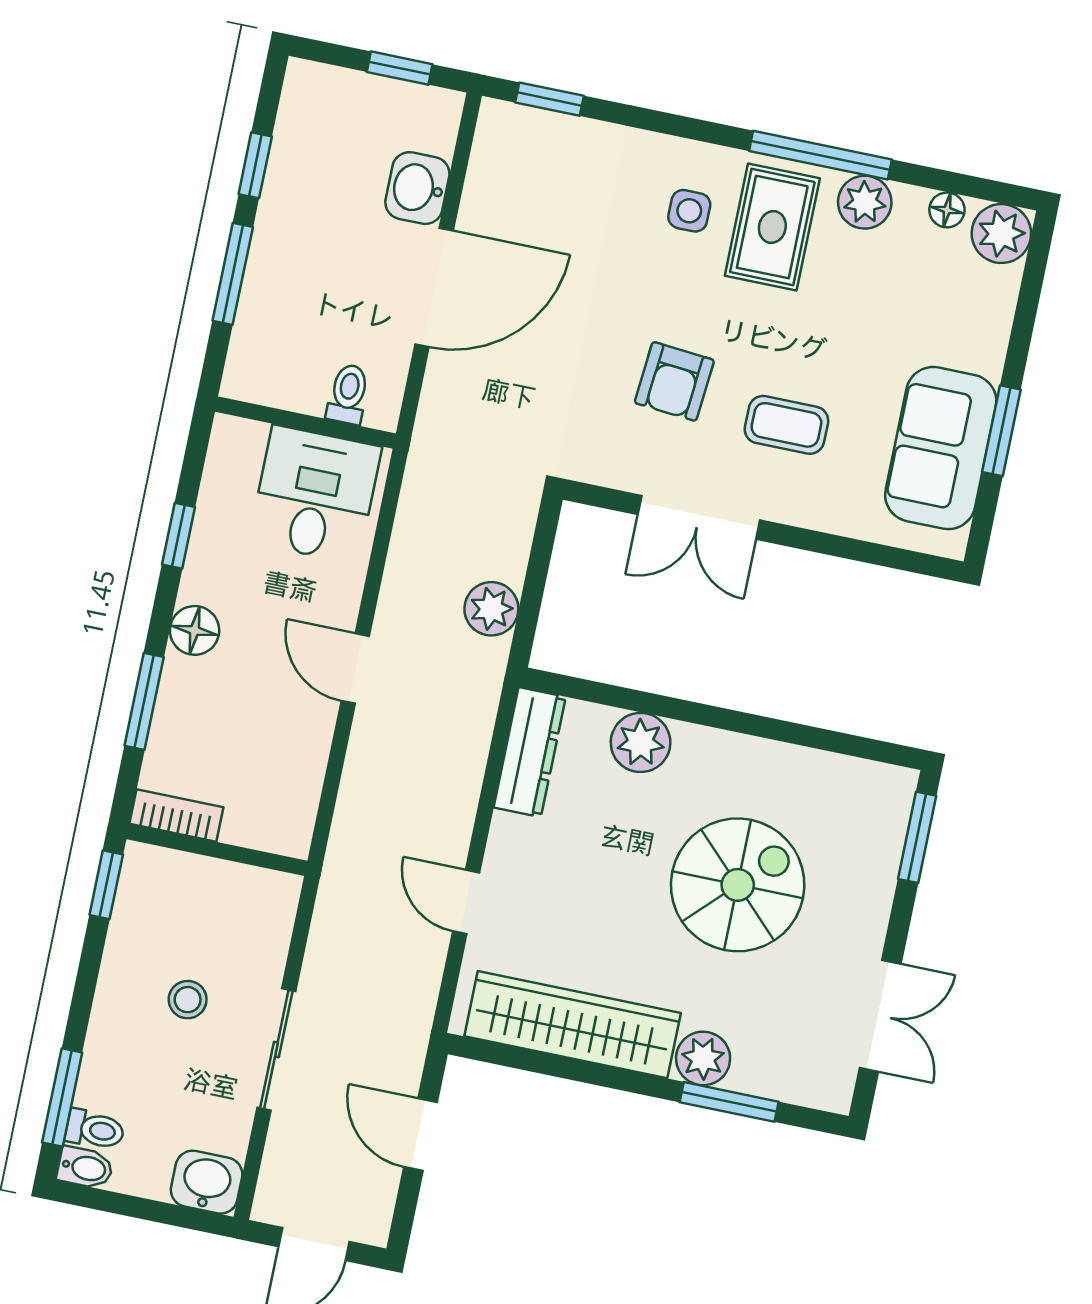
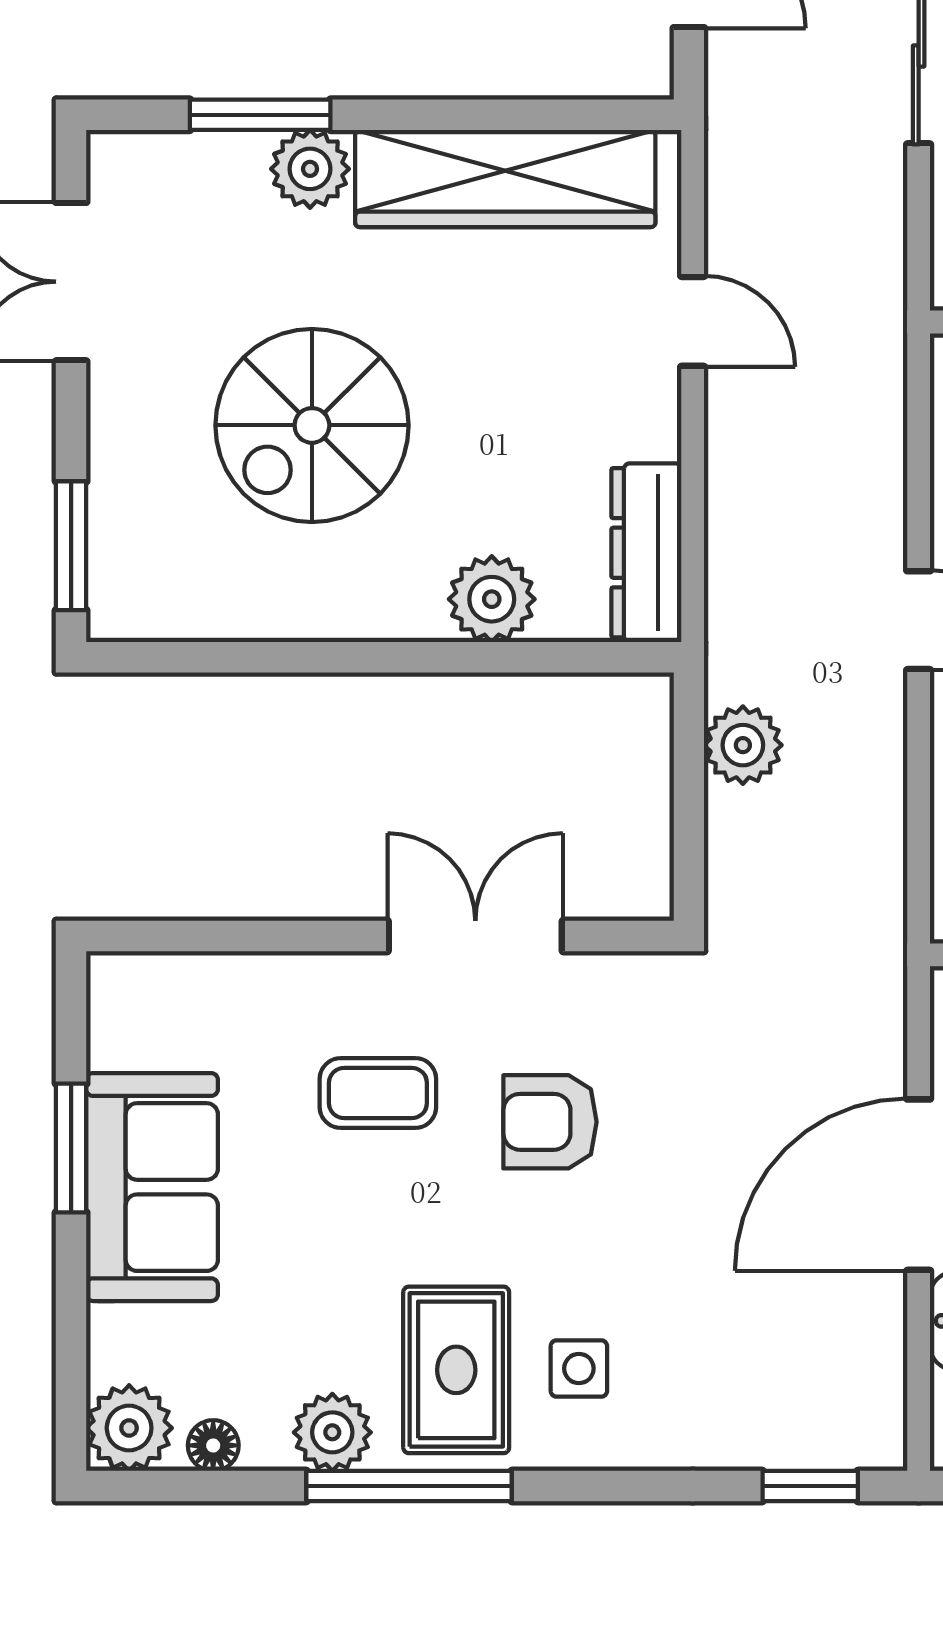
armchair: (674, 381) -> (550, 1122), turned -95
sofa: (941, 448) -> (152, 1187), moved

